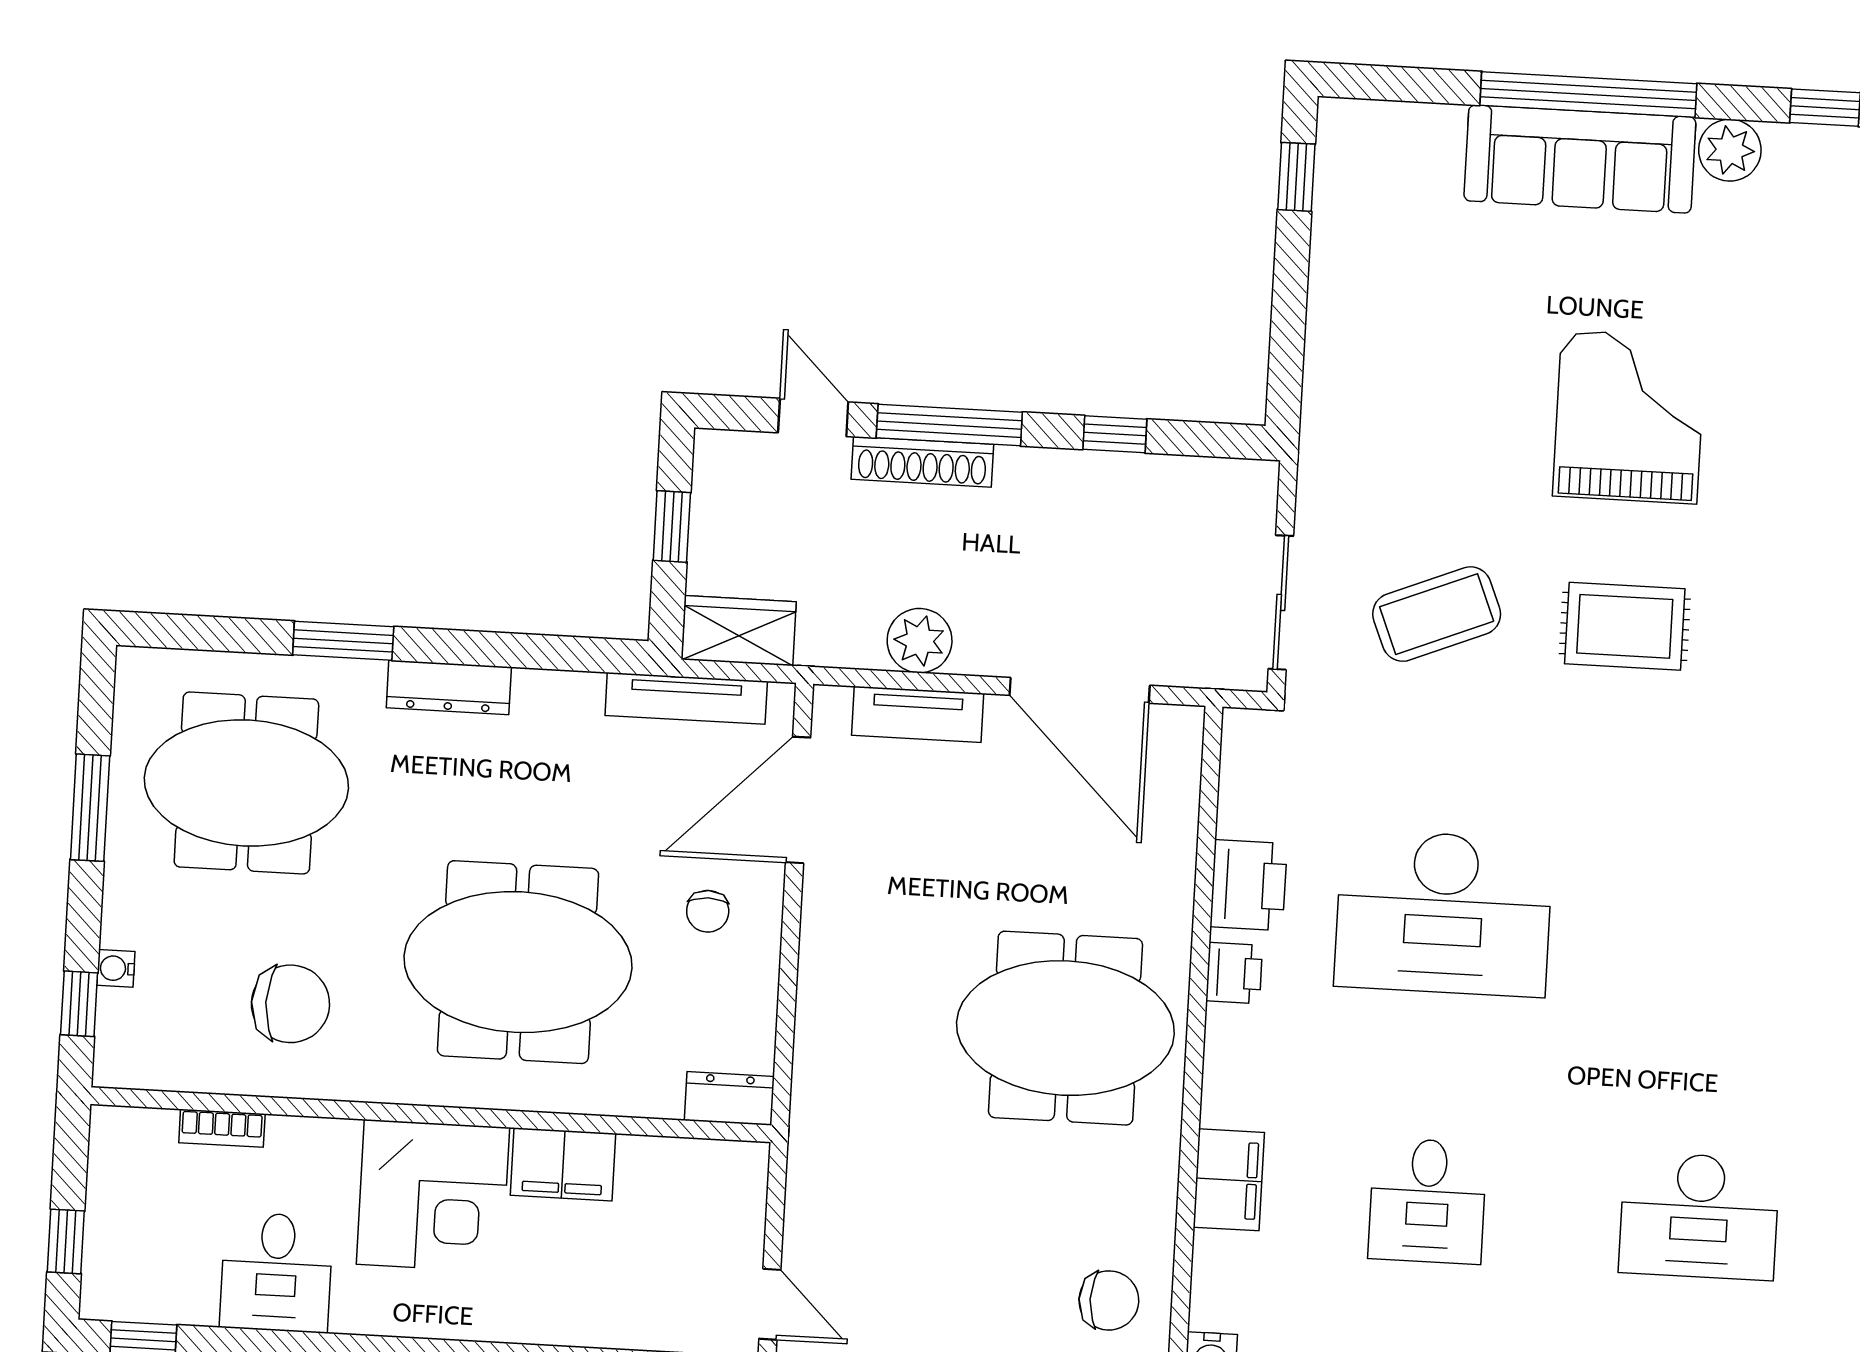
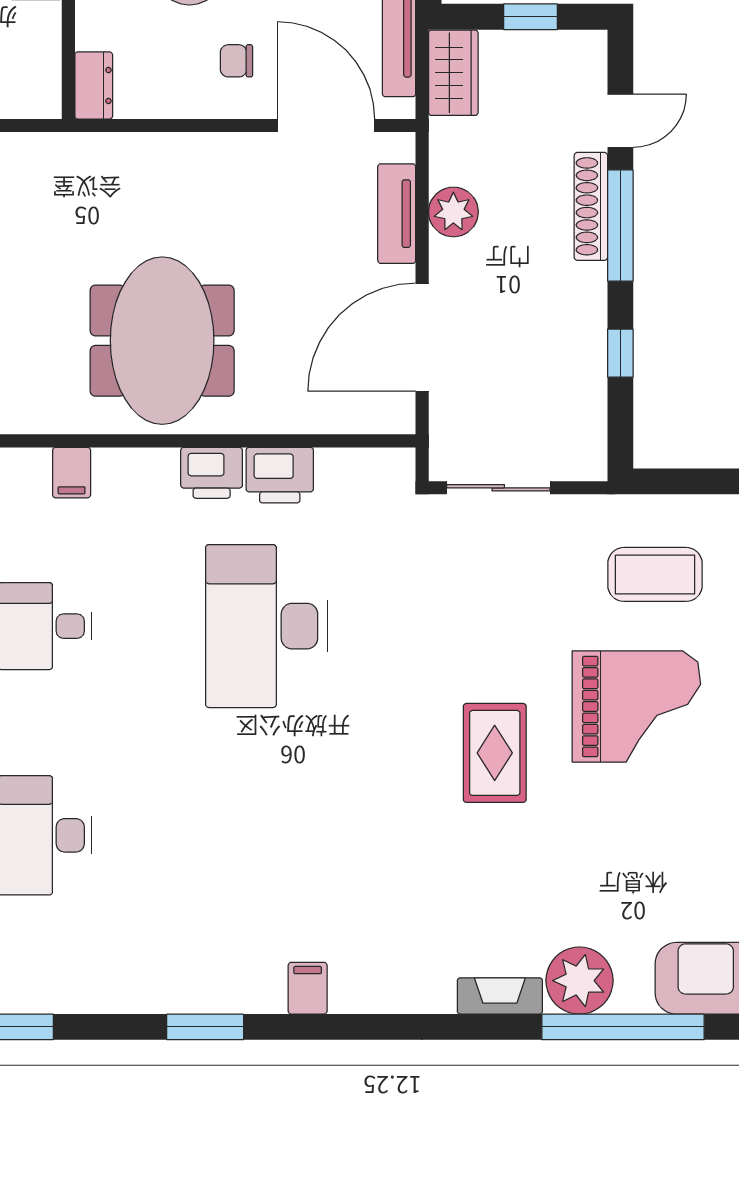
grand piano: (1629, 417) -> (636, 706), moved
coffee table: (1437, 614) -> (655, 574), moved, turned -68
printer: (1234, 973) -> (212, 473), width x1.36, depth x1.24
filing cabinet: (1229, 1180) -> (72, 473), width x0.50

